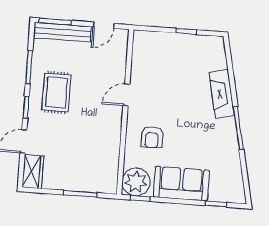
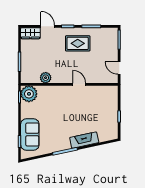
bench: (62, 32) -> (113, 44), removed
armchair: (152, 137) -> (56, 101), removed
plant: (111, 151) -> (46, 78), added
sofa: (181, 184) -> (30, 135), moved

